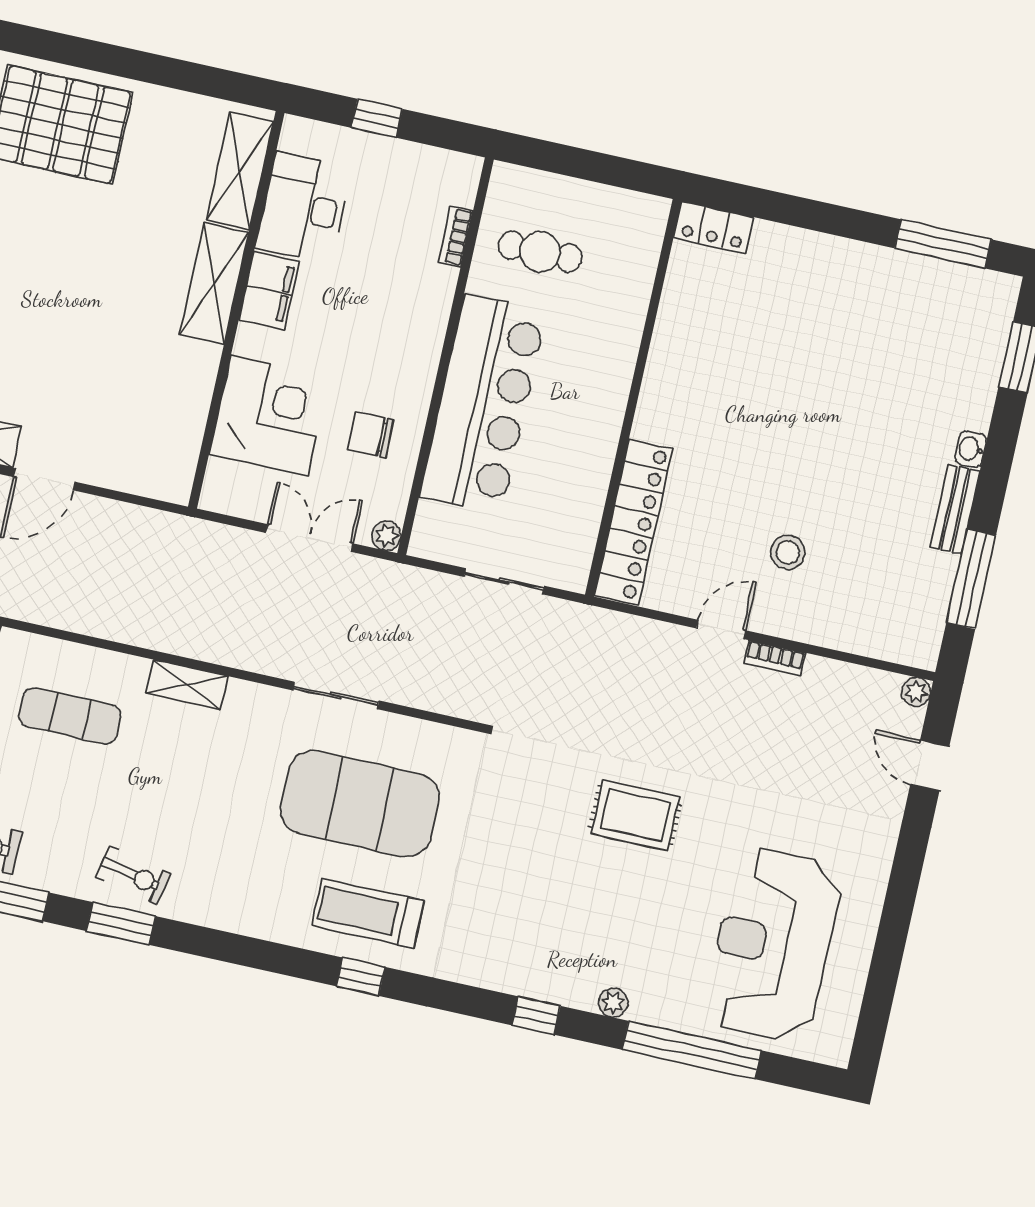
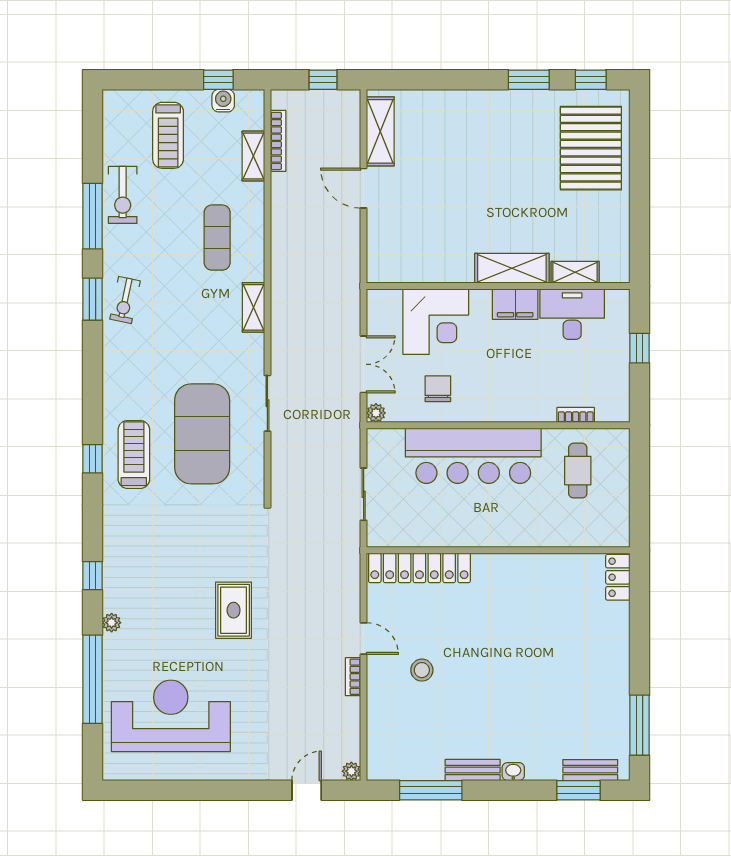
shelving: (240, 171) -> (575, 272), width x0.67, depth x0.75
bench: (994, 333) -> (590, 770), added

